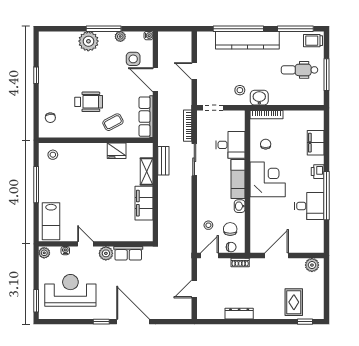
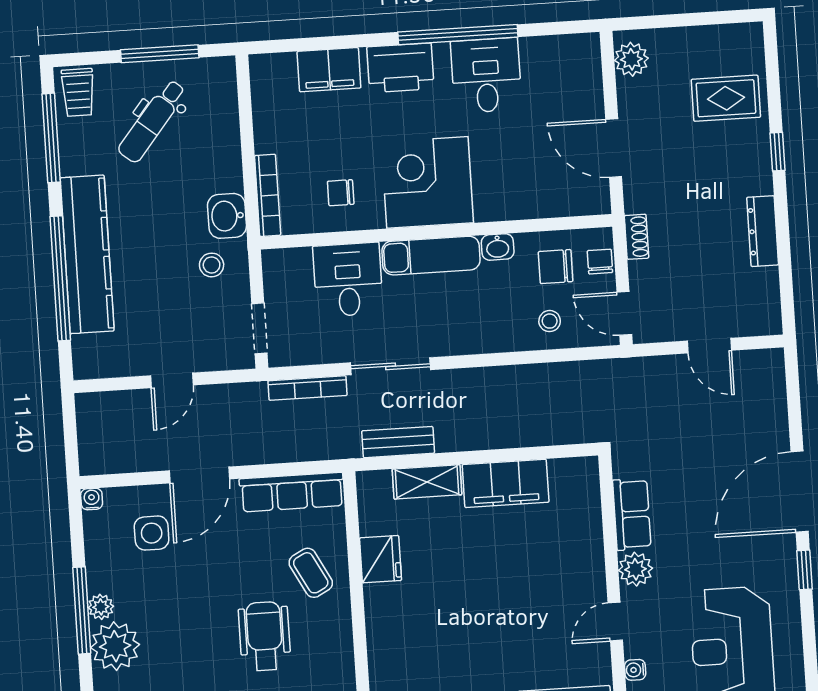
plant: (120, 36) -> (101, 607), moved
dental chair: (300, 70) -> (152, 121), turned 39
printer: (318, 172) -> (400, 68), width x1.87, depth x1.48
window: (305, 322) -> (778, 152), moved

